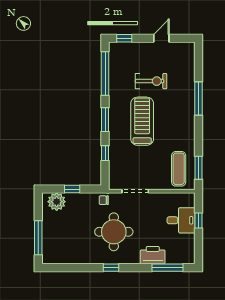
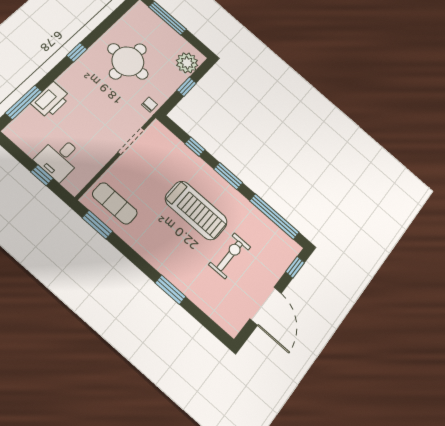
door: (161, 38) -> (266, 306), width x1.88
exercise bike: (151, 81) -> (230, 256), turned 180
window: (198, 99) -> (170, 290), width x0.69
round table: (114, 232) -> (128, 61), moved

